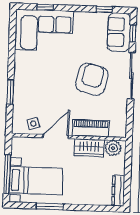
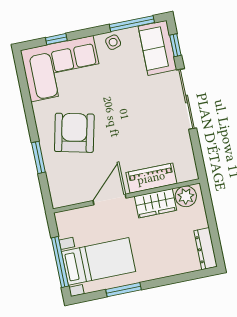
window: (104, 9) -> (132, 24), width x2.17
armchair: (92, 79) -> (74, 133), moved
side table: (33, 124) -> (113, 42), moved

